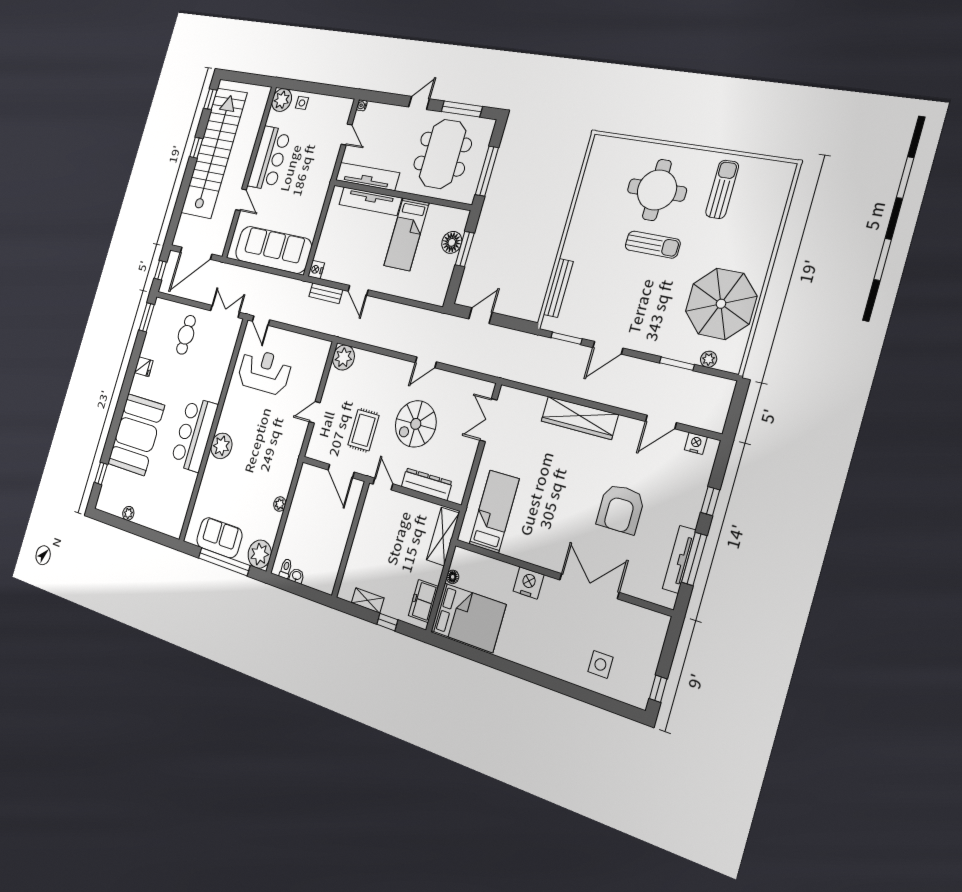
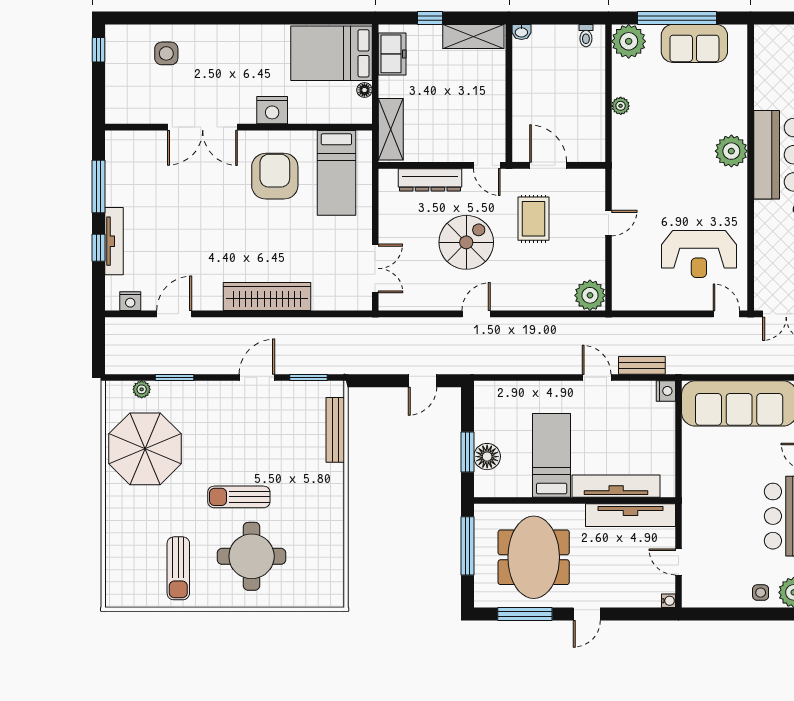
armchair: (621, 509) -> (275, 176), moved
tv unit: (679, 559) -> (114, 241), moved
washbasin: (297, 576) -> (521, 32), moved
shelving: (368, 600) -> (473, 36), width x1.50, depth x1.33

